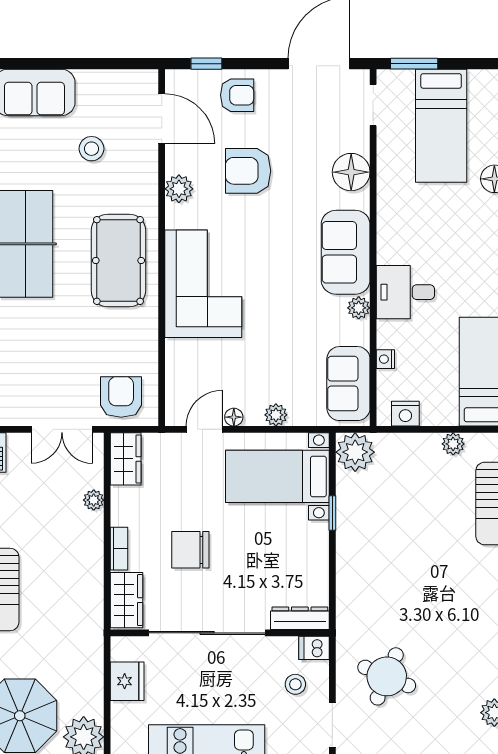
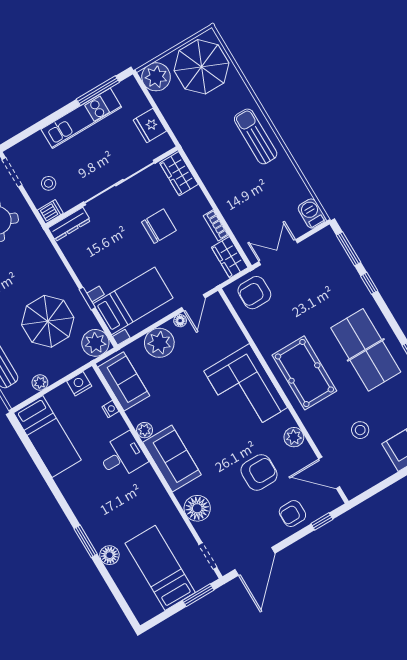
armchair: (121, 397) -> (254, 293), turned 90
plant: (276, 415) -> (159, 343), width x1.87, depth x1.87
plant: (94, 500) -> (234, 221), removed
parasol: (398, 514) -> (48, 321), added
bookcase: (119, 549) -> (216, 225), moved

